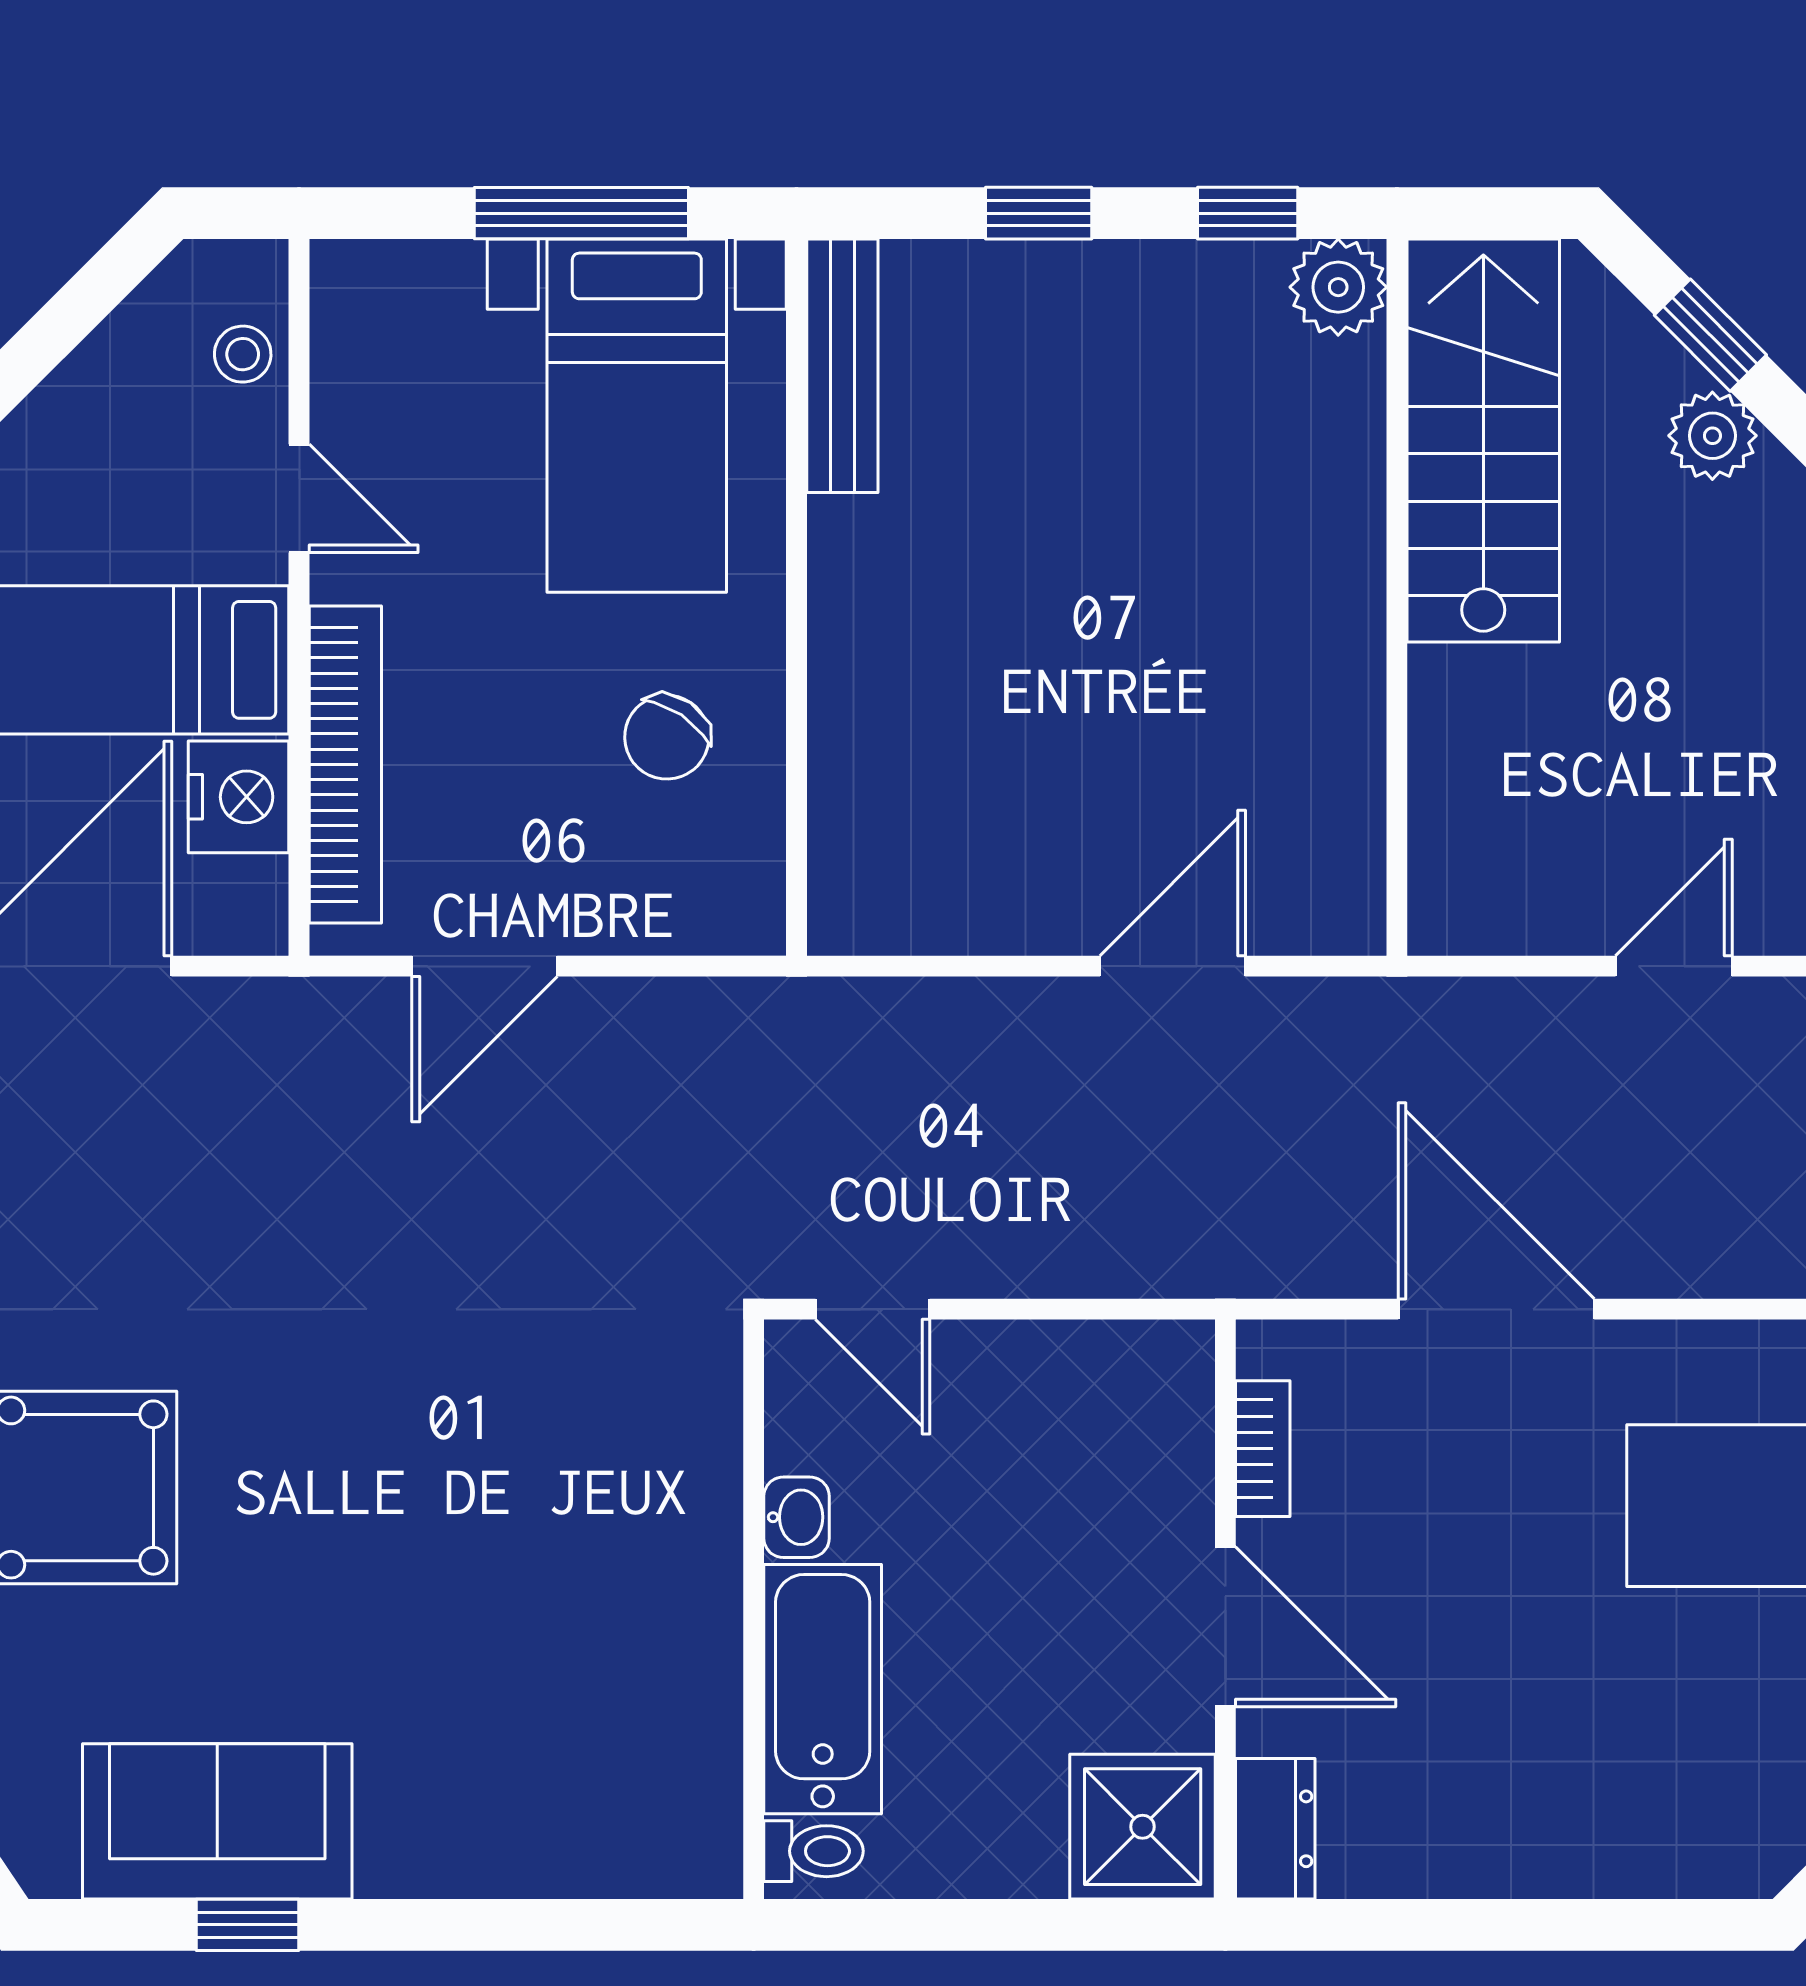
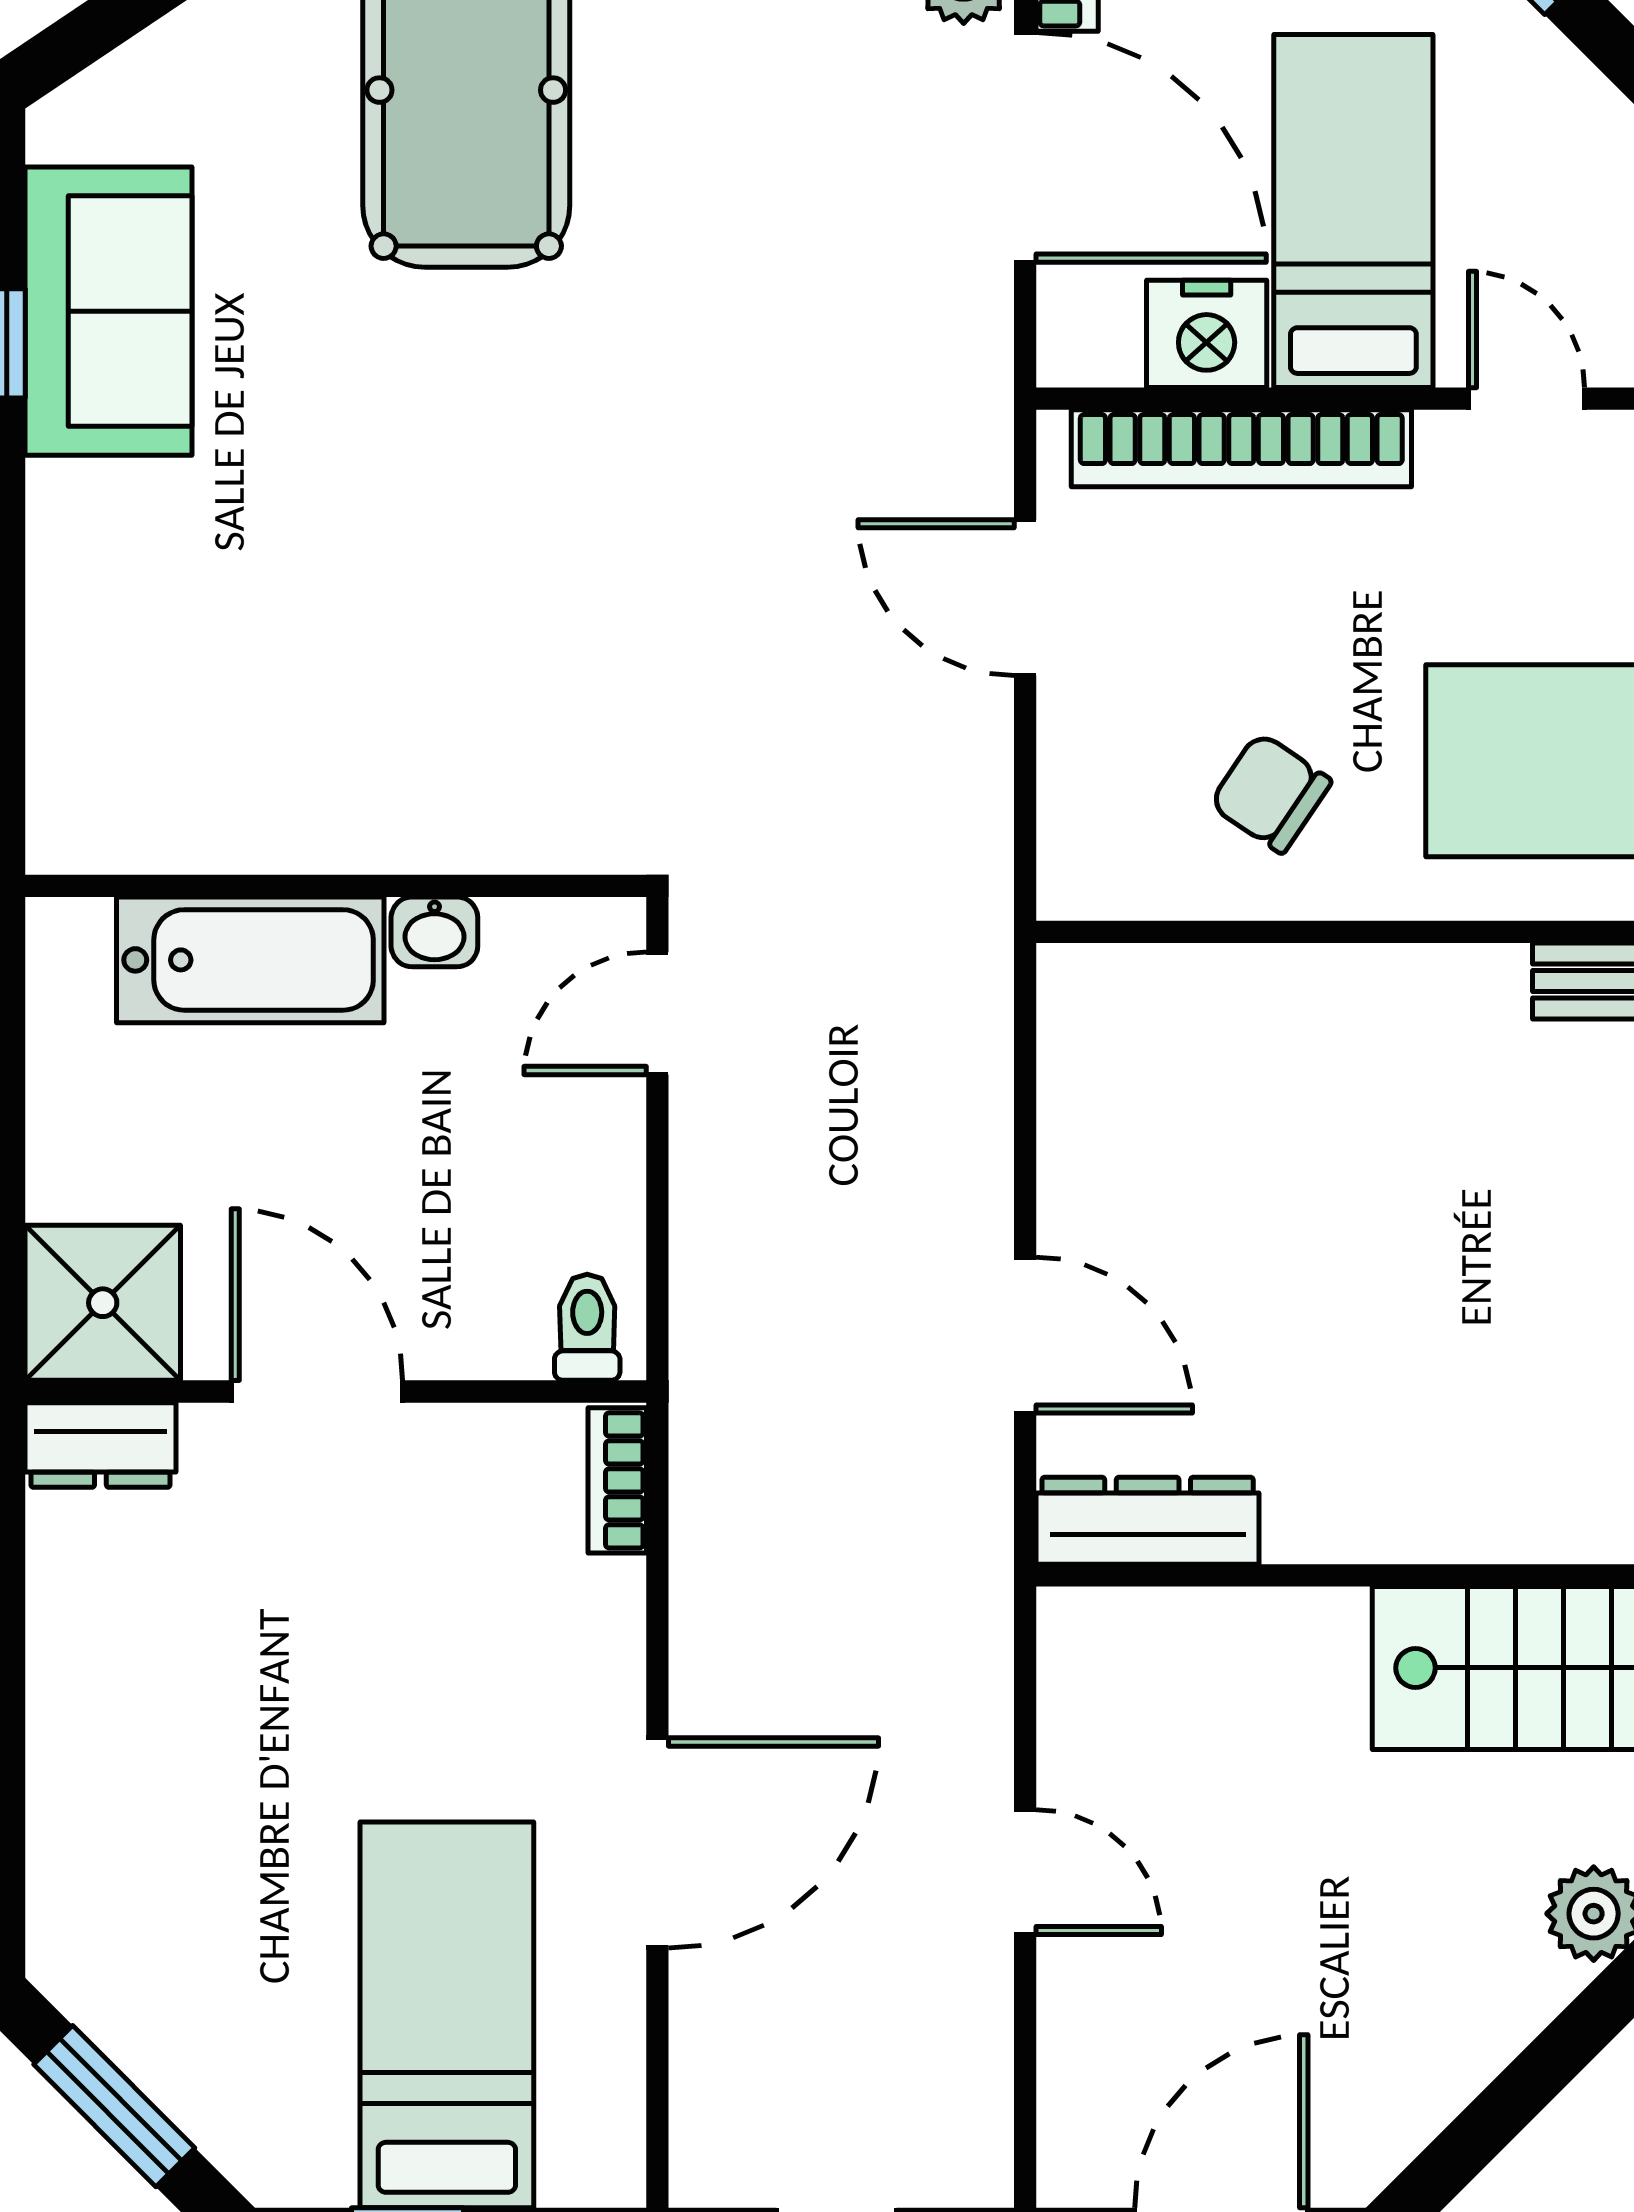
door: (299, 498) -> (1526, 399), swing flipped
dresser: (1346, 852) -> (1148, 1521), added
door: (1496, 1309) -> (657, 1843), moved
bookcase: (1263, 1449) -> (617, 1480), moved, turned 90
door: (1225, 1627) -> (317, 1391), swing flipped
toilet: (814, 1851) -> (587, 1327), moved, turned 180

